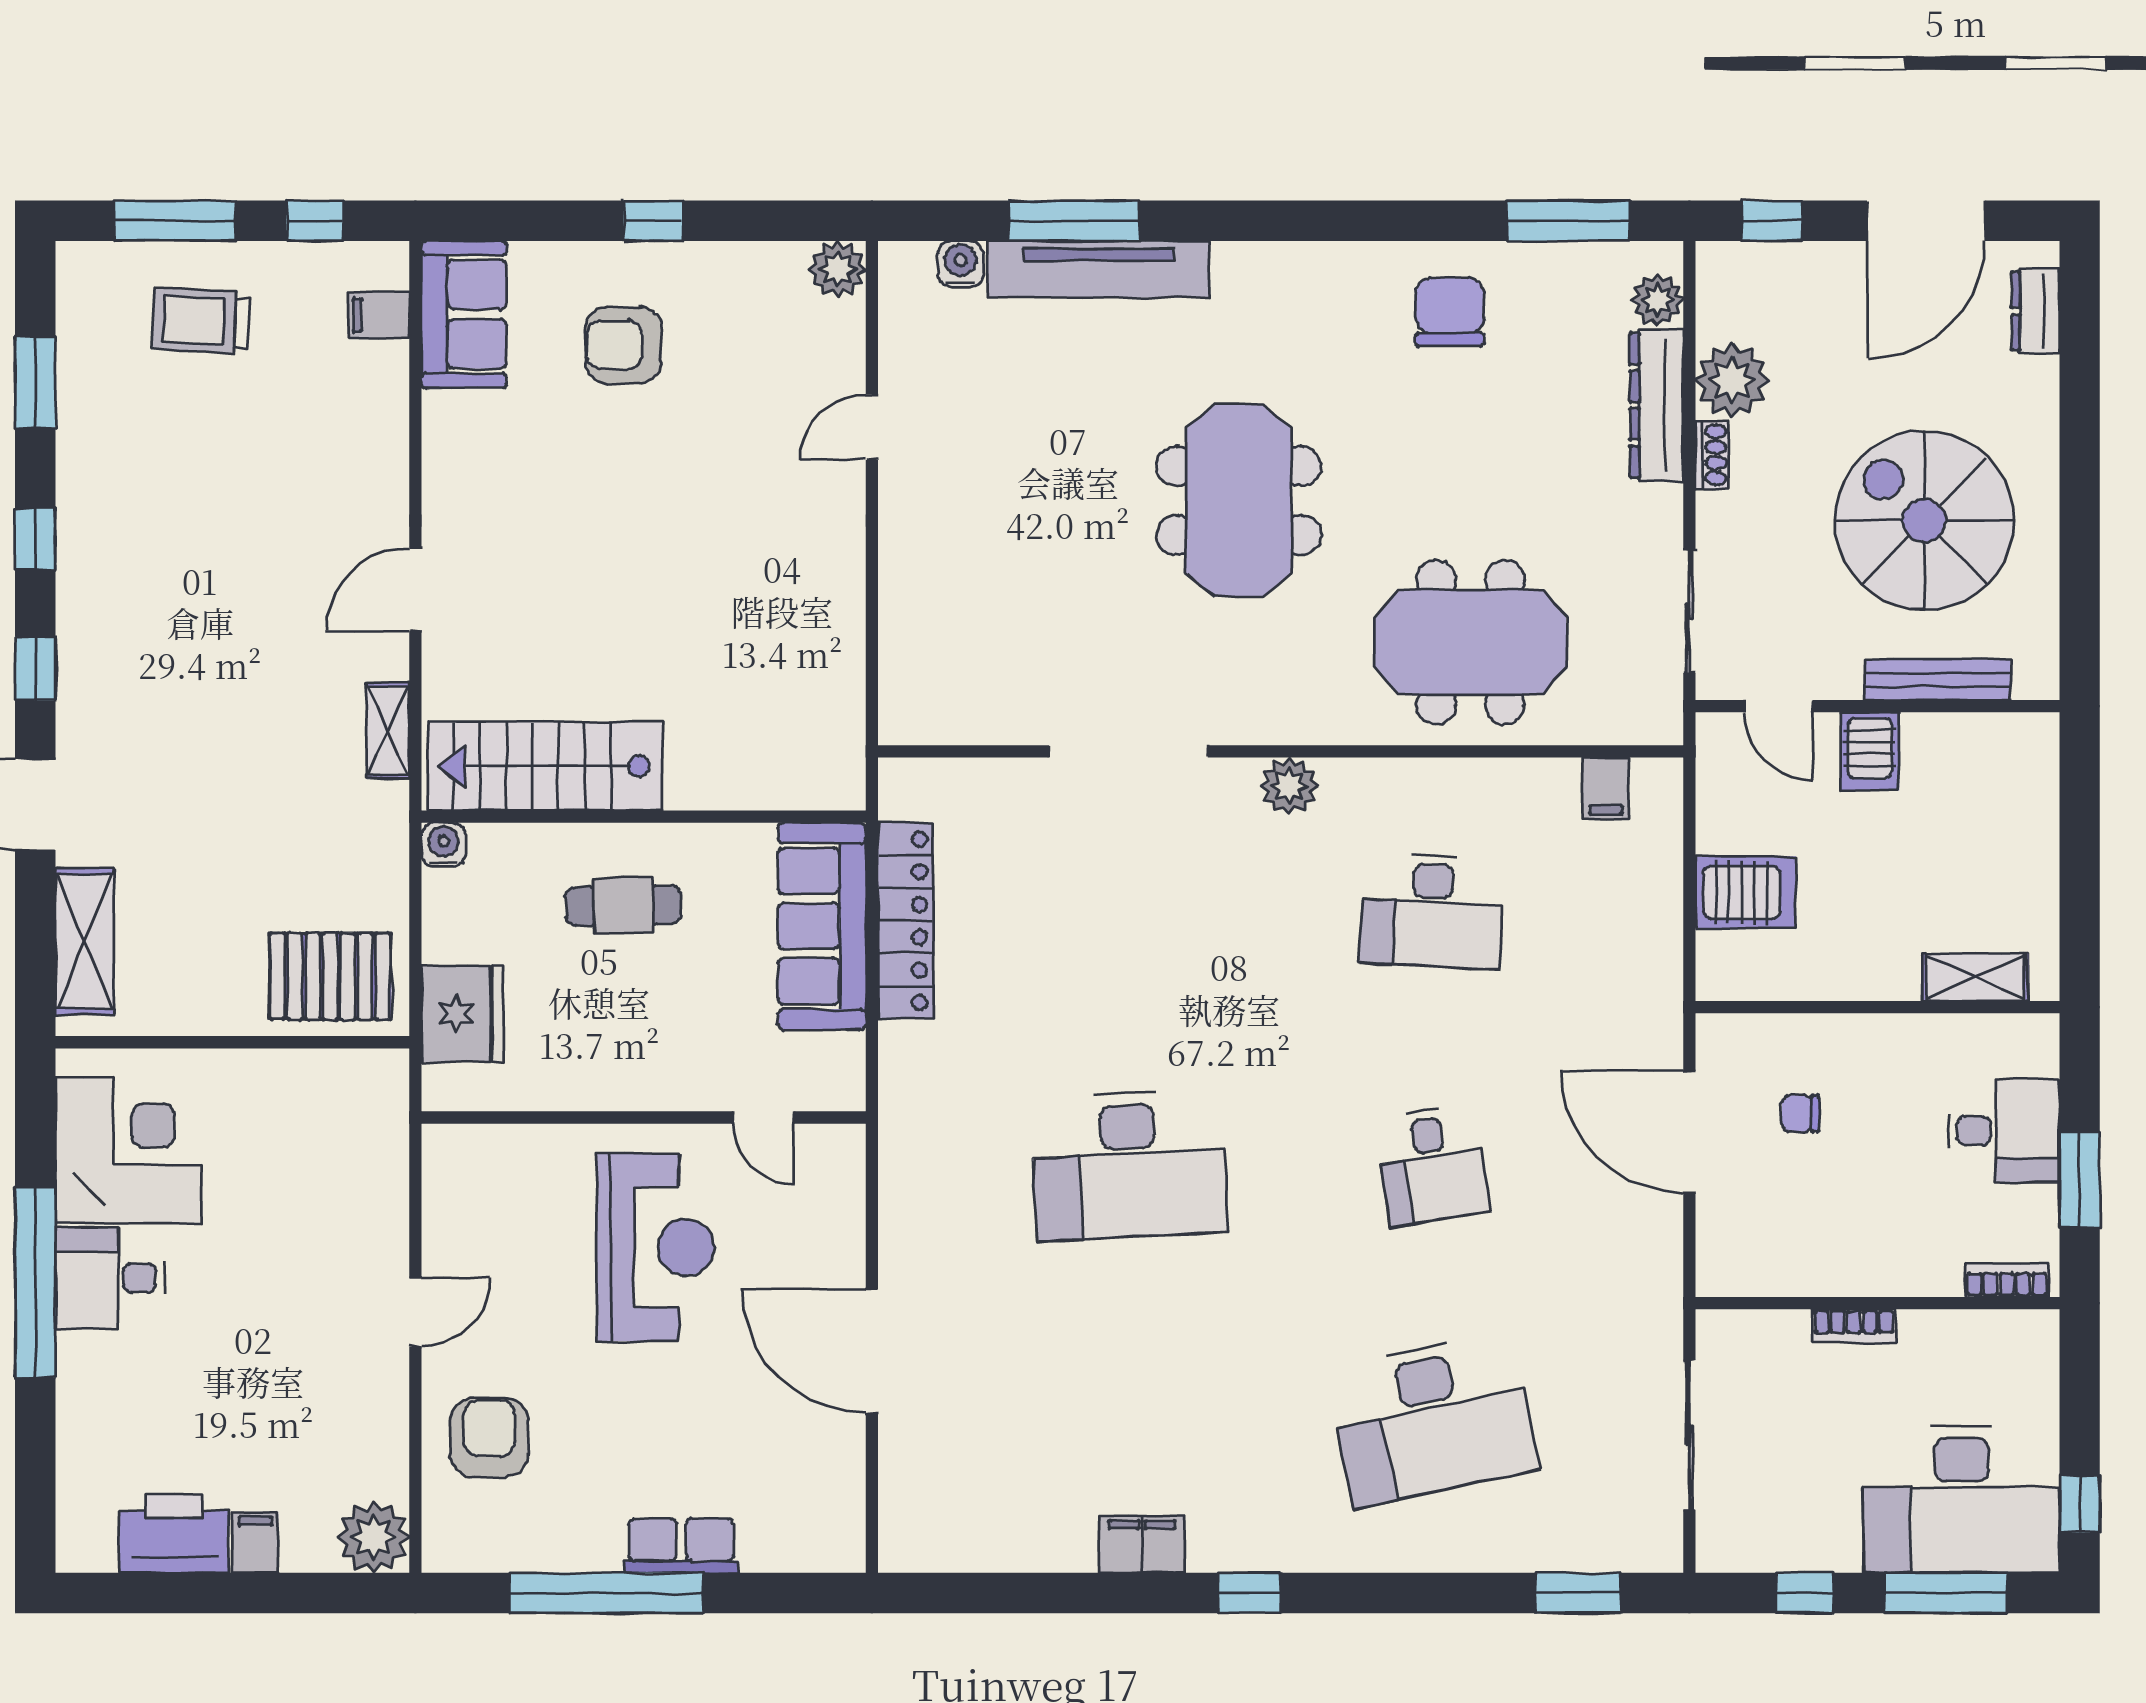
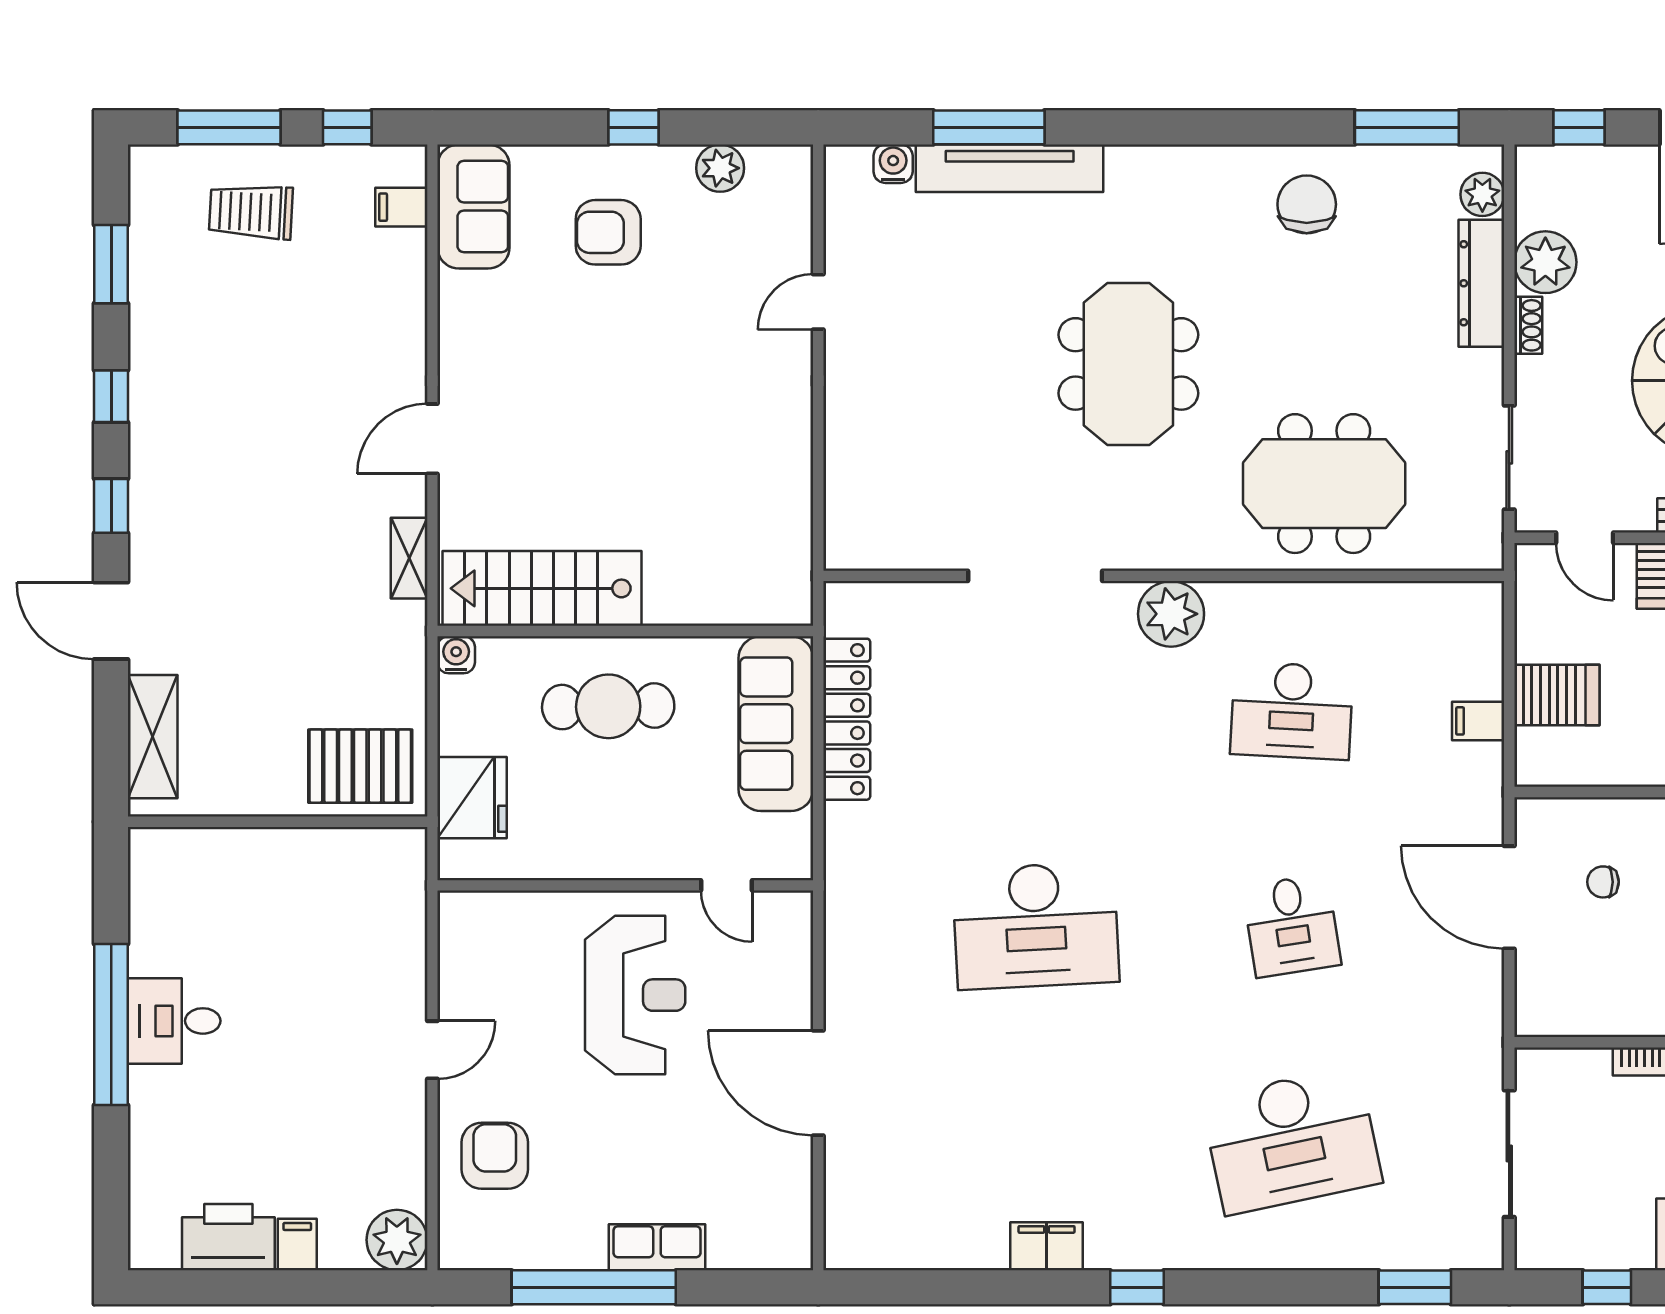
plant: (838, 269) -> (720, 168), moved
plant: (1289, 786) -> (1171, 614), width x1.36, depth x1.36
filing cabinet: (1606, 788) -> (1478, 721), moved, turned 90
cafe table: (623, 906) -> (608, 706), width x1.37, depth x1.35
corner desk: (128, 1150) -> (190, 913), removed

